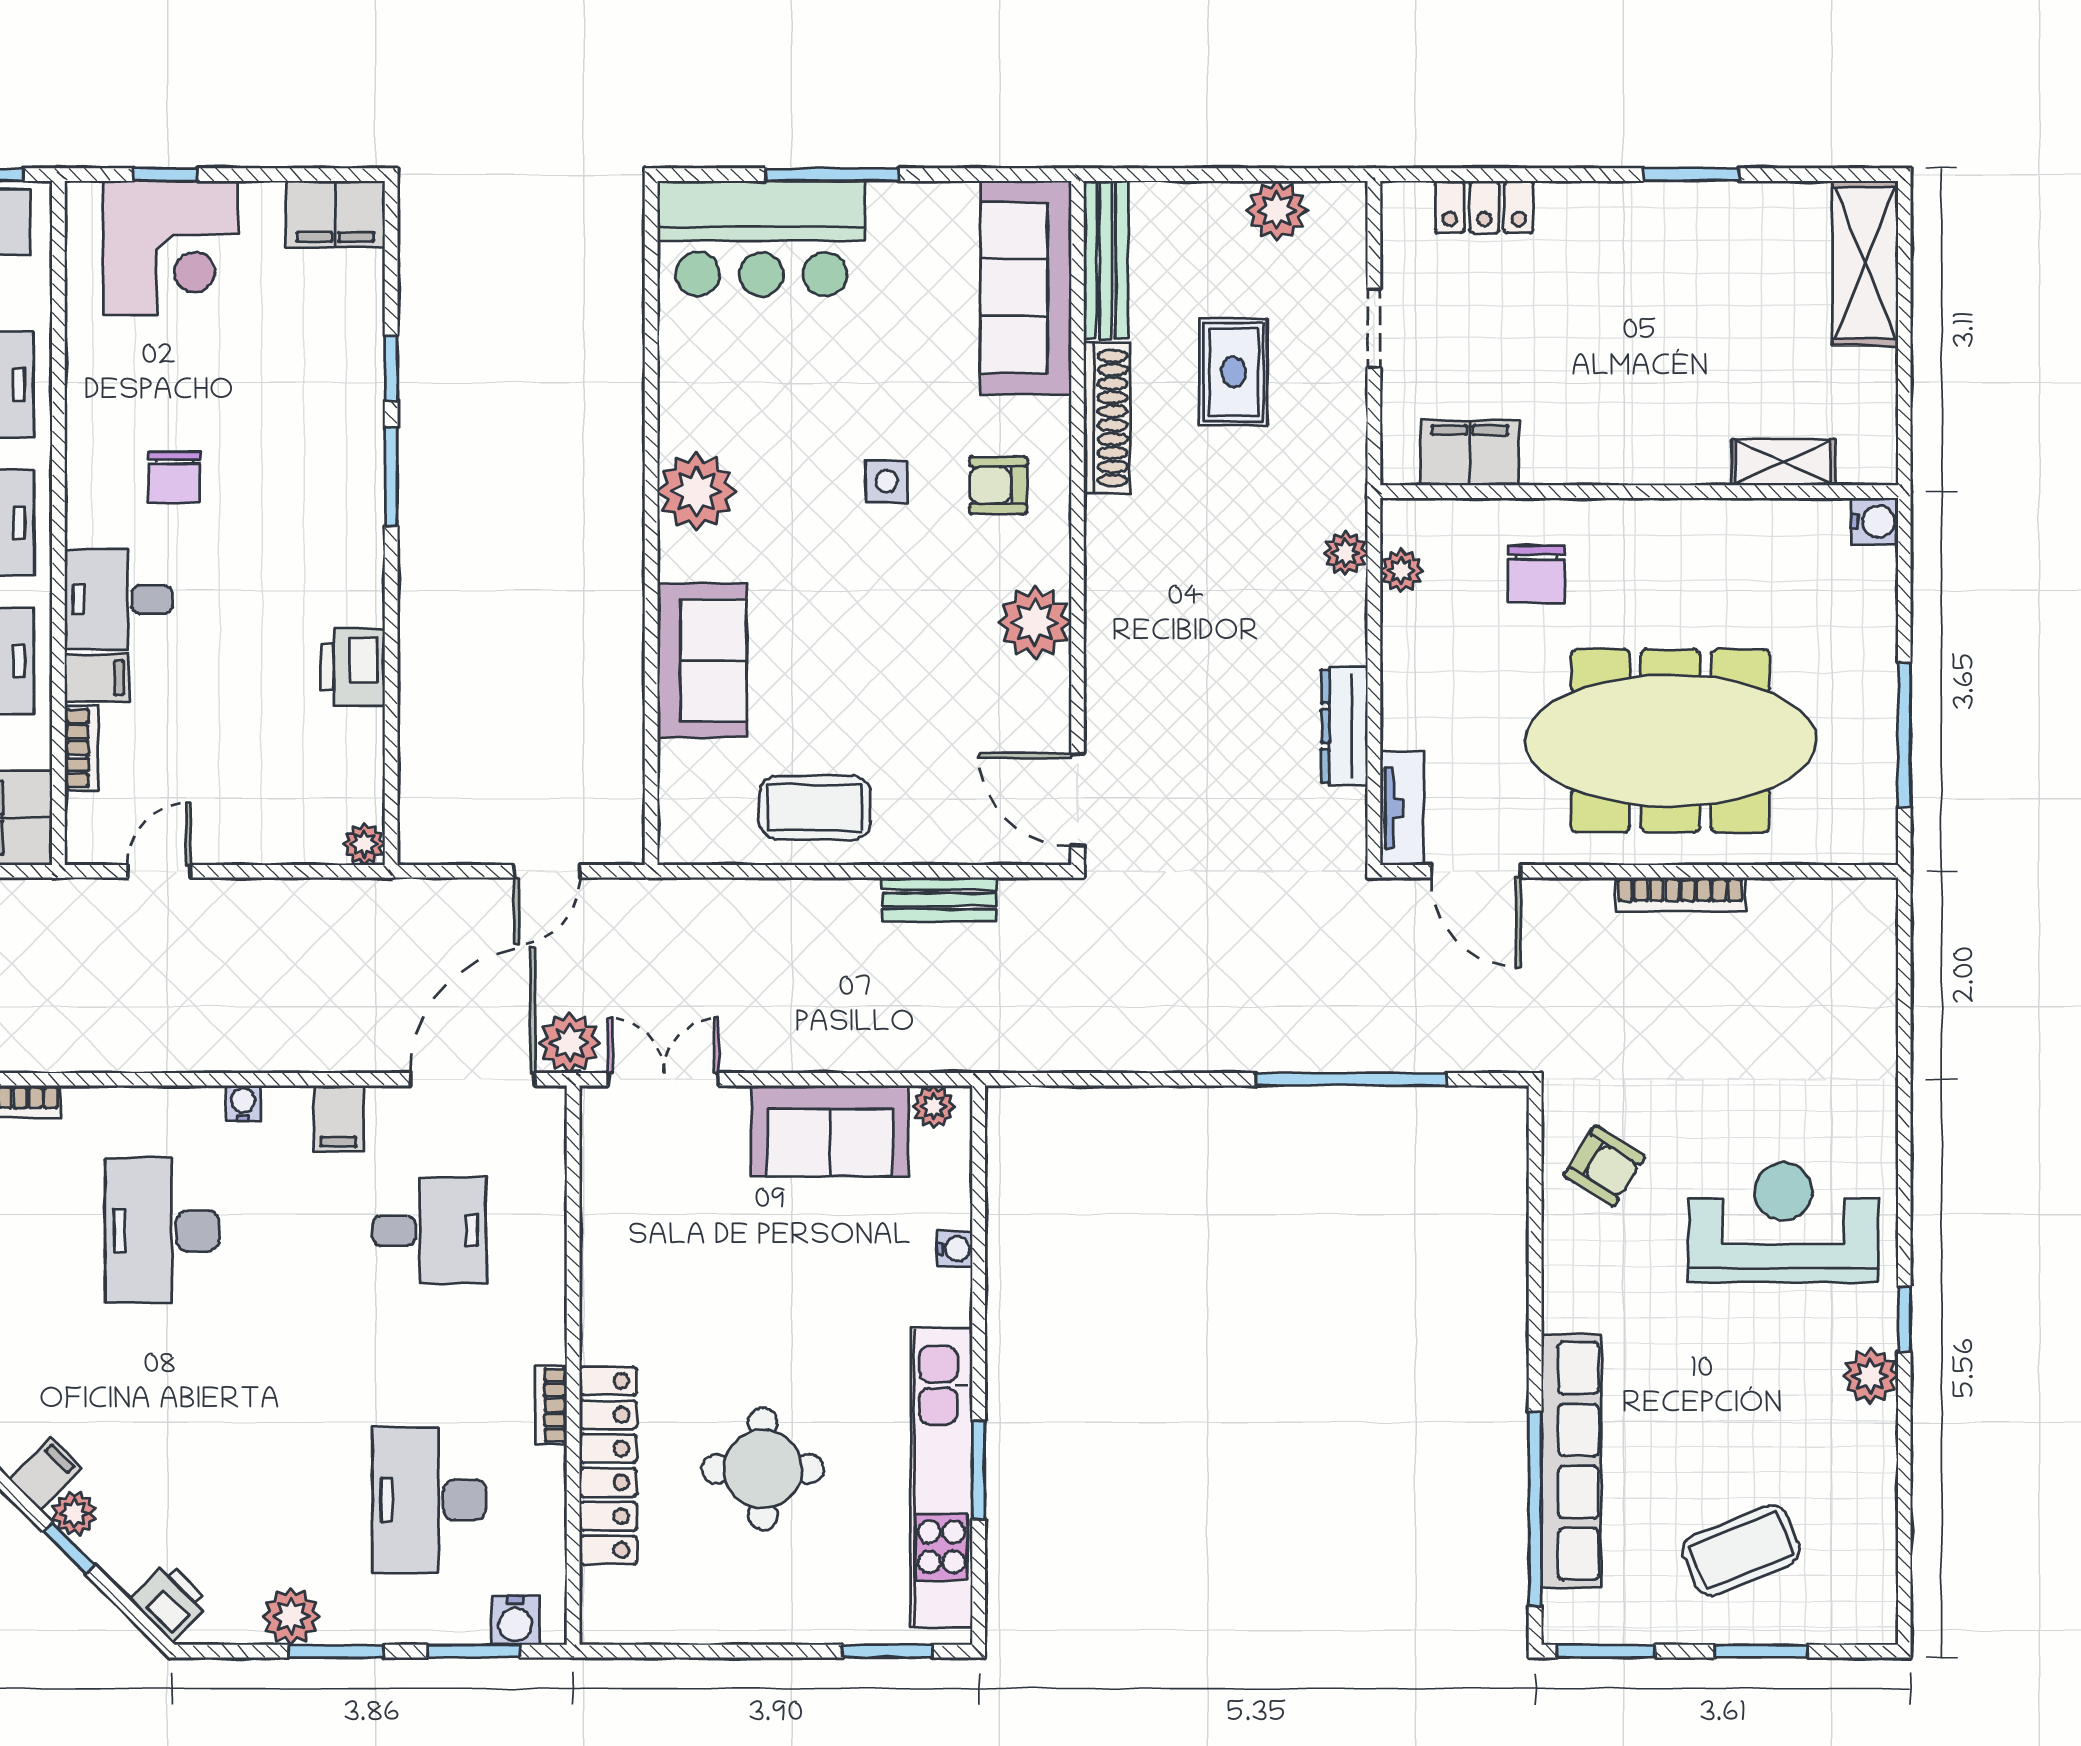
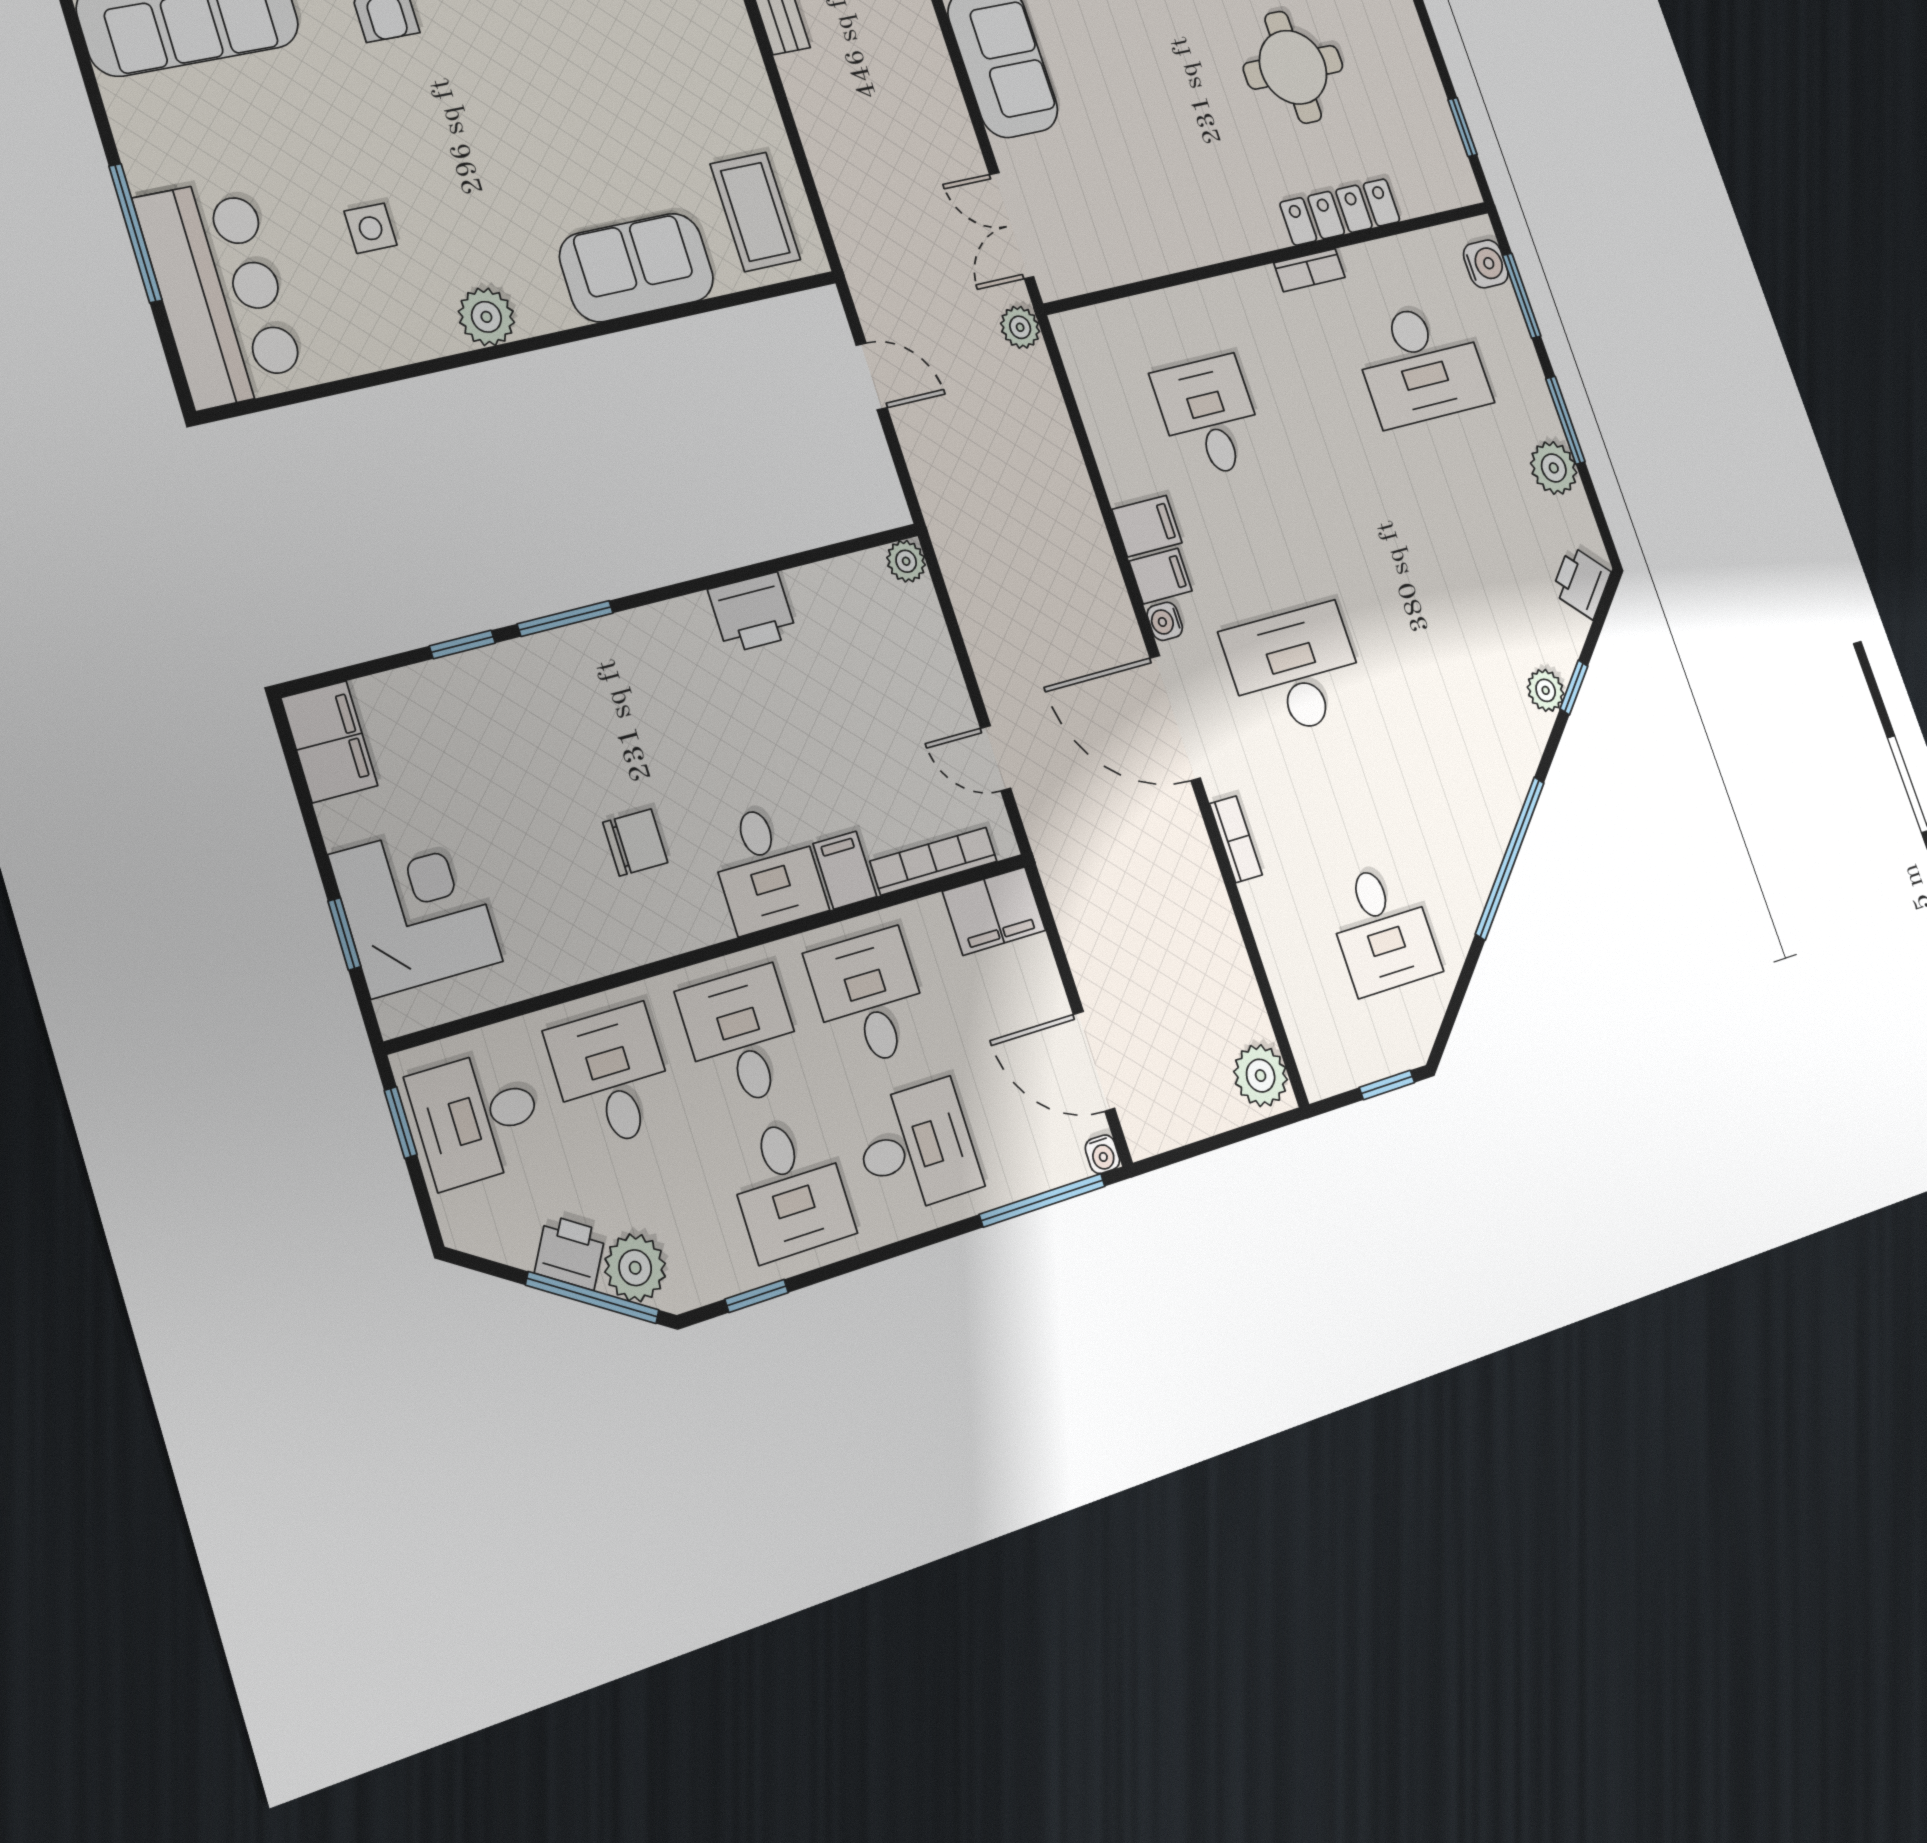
side table: (887, 481) -> (371, 228), moved
plant: (696, 492) -> (486, 317), width x0.73, depth x0.73
bookcase: (81, 748) -> (934, 861), width x1.56
coffee table: (815, 808) -> (755, 212), moved
plant: (570, 1043) -> (1020, 327), width x0.73, depth x0.73
door: (472, 1079) -> (1175, 718), moved
desk: (162, 1231) -> (1295, 670), turned 180
locker: (608, 1465) -> (1340, 212), width x0.71, depth x0.83
filing cabinet: (45, 1474) -> (1161, 576), moved, turned 135
window: (663, 1651) -> (1463, 127), added

